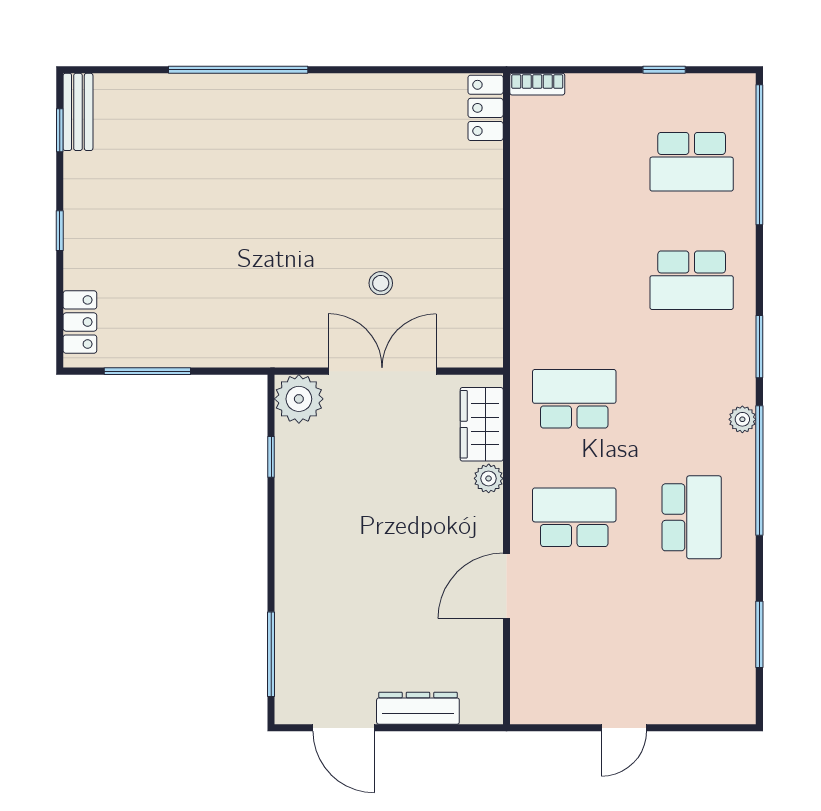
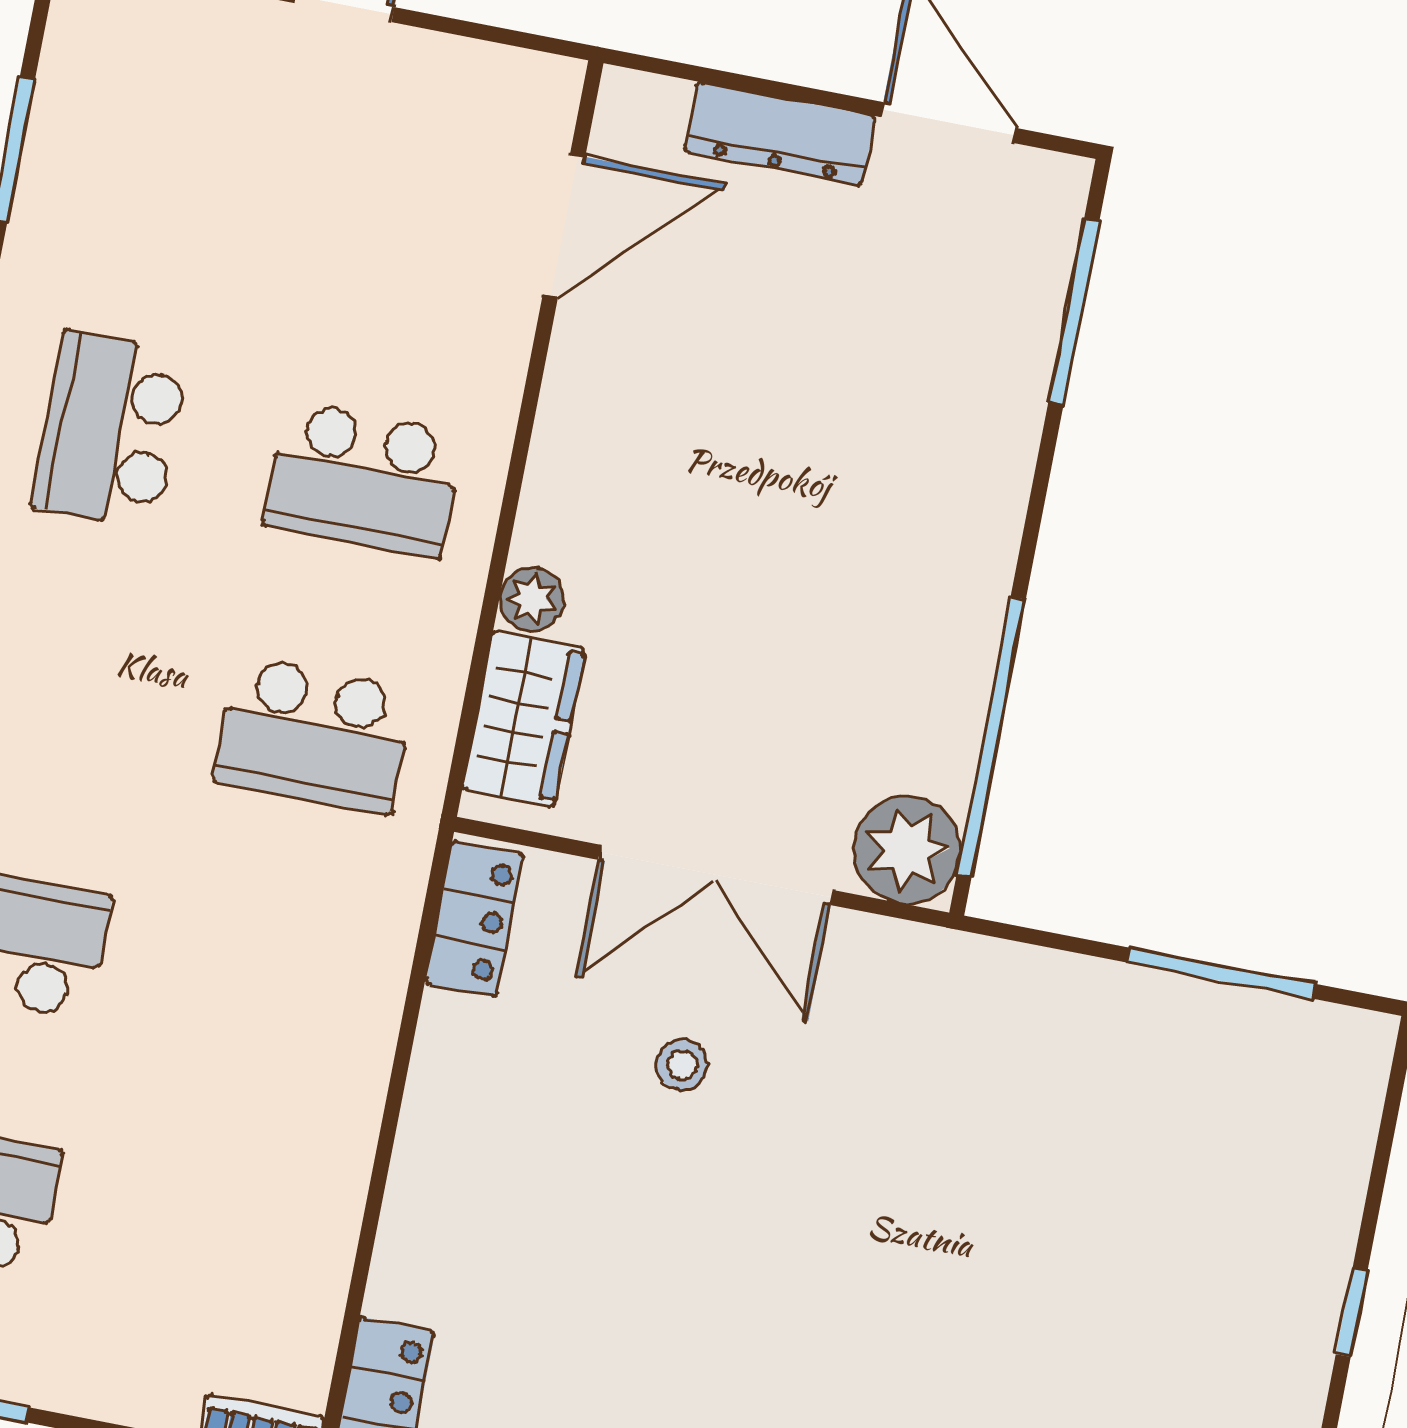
locker: (80, 322) -> (474, 919), moved, turned 180
window: (271, 457) -> (991, 737), width x3.17
door: (507, 586) -> (564, 226), moved

